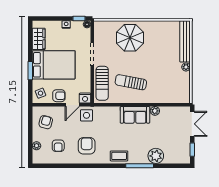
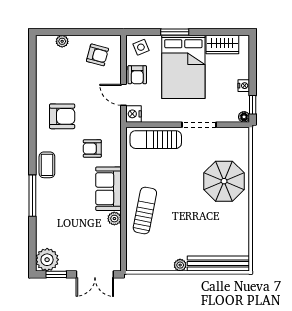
sun lounger: (131, 82) -> (145, 211), moved
side table: (86, 115) -> (108, 116), removed
armchair: (58, 146) -> (92, 149), moved
plant: (156, 156) -> (47, 260), moved

